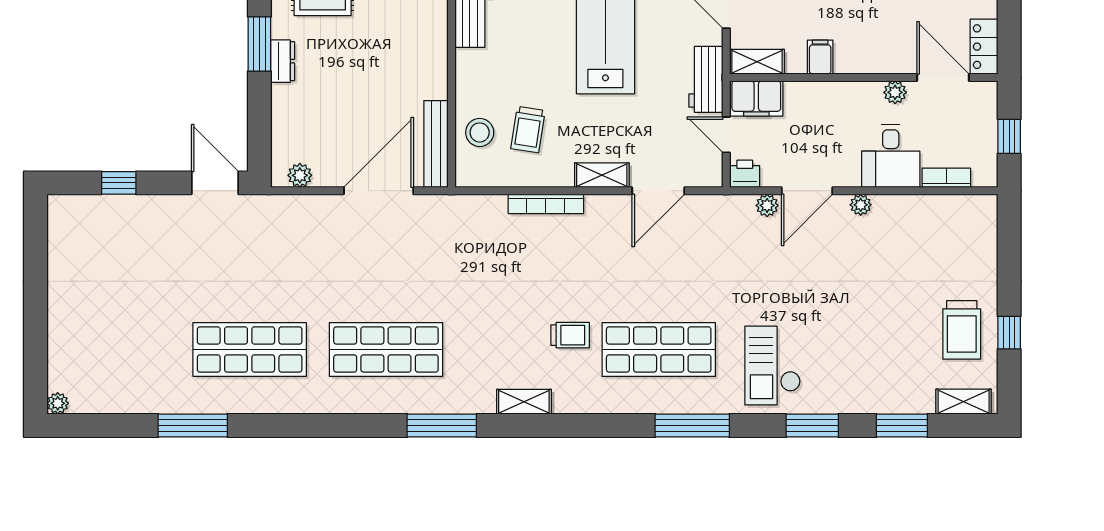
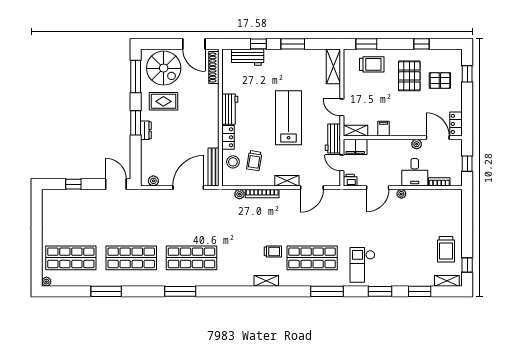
locker: (469, 77) -> (228, 137), added
plant: (767, 205) -> (239, 194), moved
window: (1009, 333) -> (467, 265), moved
shop shelf: (113, 349) -> (71, 258), added
shelving: (524, 402) -> (266, 281), moved
window: (442, 425) -> (180, 291), moved

